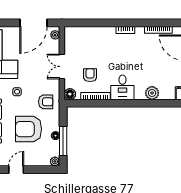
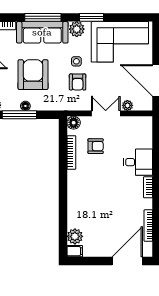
plant: (55, 35) -> (127, 105), moved
desk: (122, 87) -> (138, 162), moved, turned 180
plant: (152, 93) -> (75, 236), moved
armchair: (46, 102) -> (78, 82), moved

